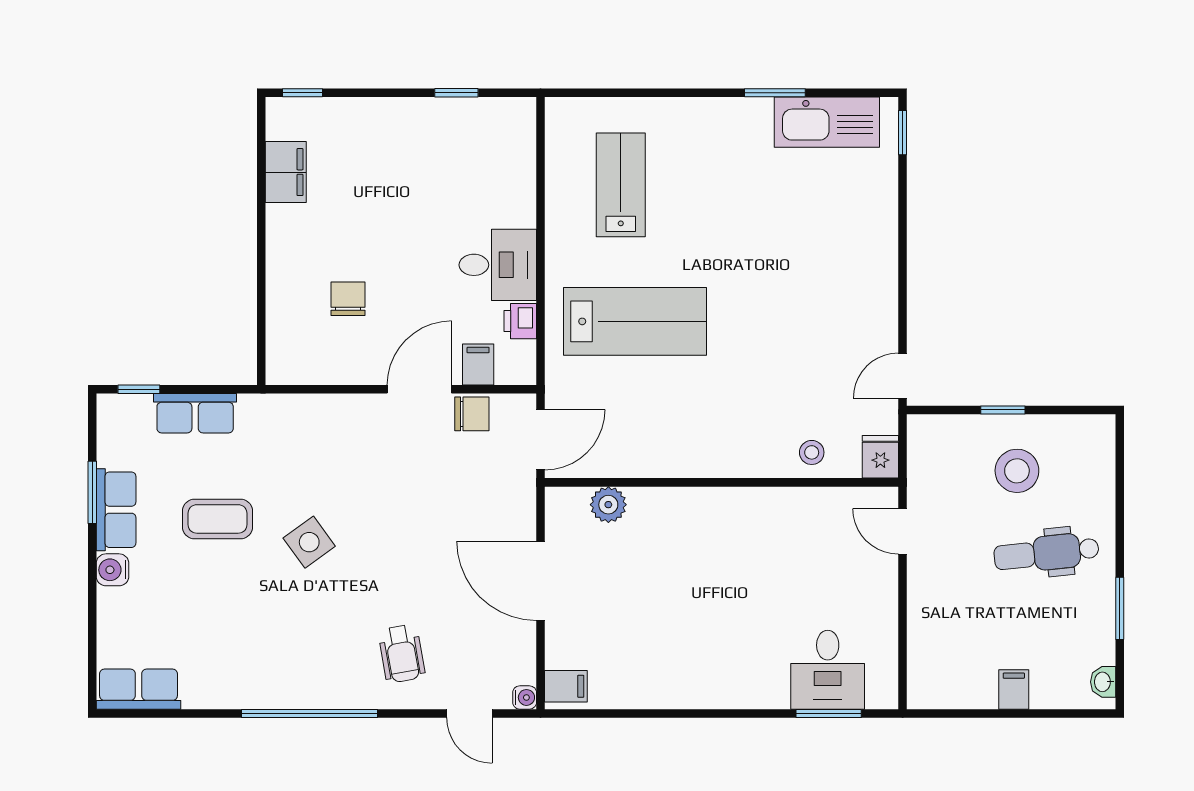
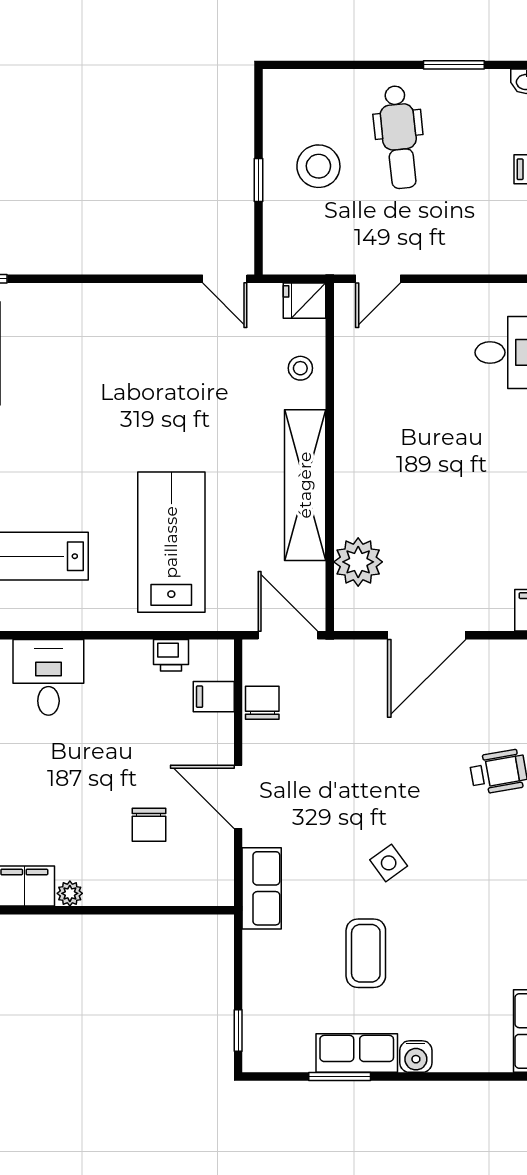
plant: (278, 218) -> (70, 893), added
desk: (498, 265) -> (48, 677), moved
chair: (348, 299) -> (149, 825), turned -90
door: (419, 389) -> (238, 797), moved
row of seats: (195, 413) -> (262, 888), moved
shelving: (693, 457) -> (305, 485), added
plant: (608, 505) -> (358, 562), width x1.36, depth x1.36
side table: (309, 542) -> (389, 863), width x0.73, depth x0.73

